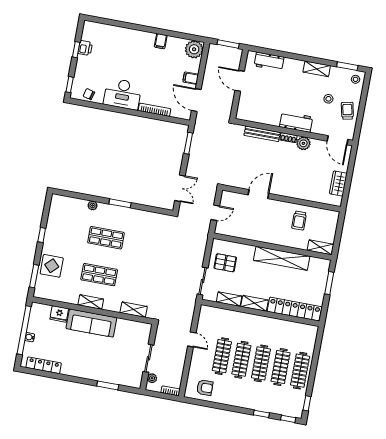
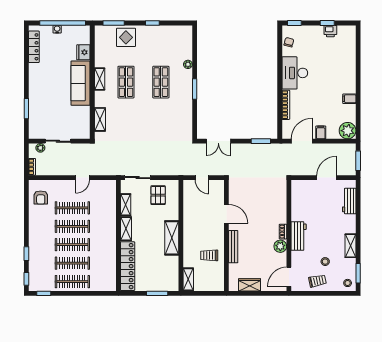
bench: (262, 134) -> (233, 247), moved
shelving: (282, 258) -> (172, 238), width x0.68

